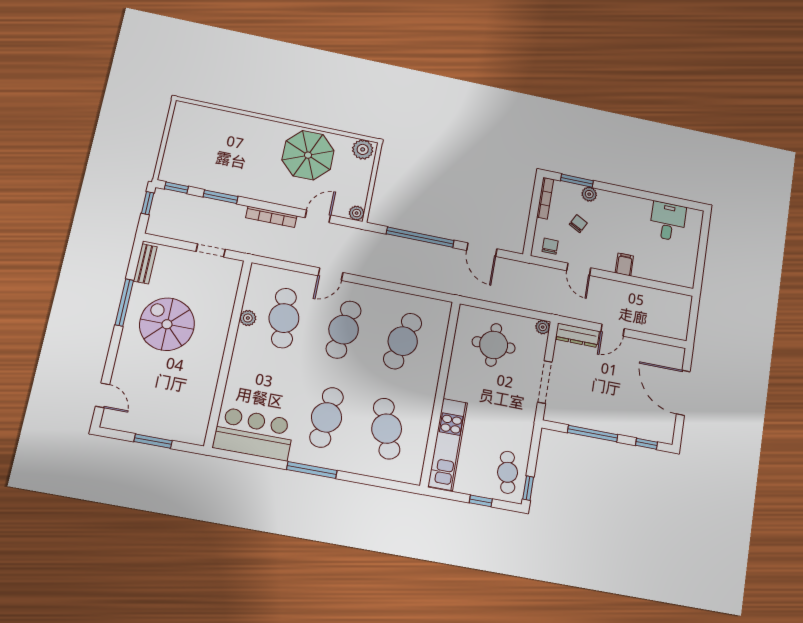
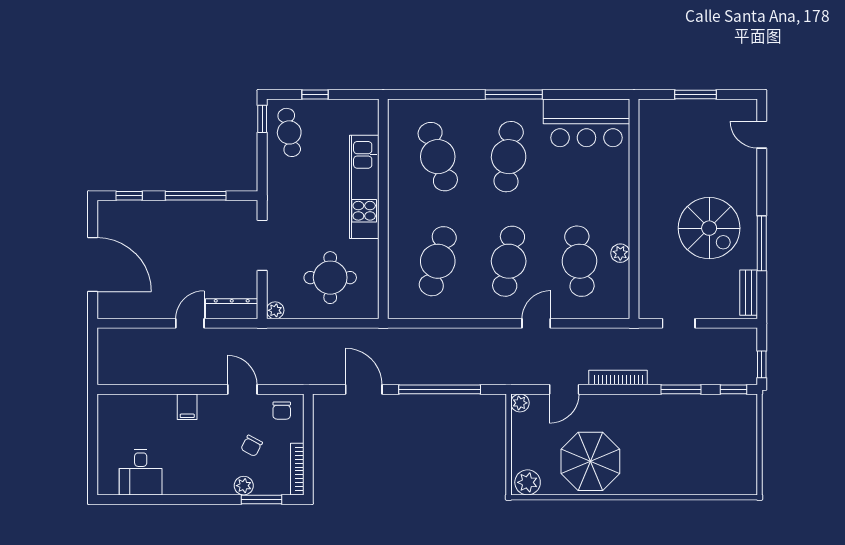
kitchen unit: (448, 444) -> (364, 187), moved

